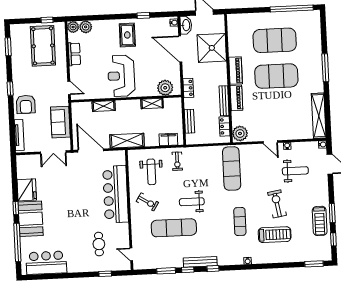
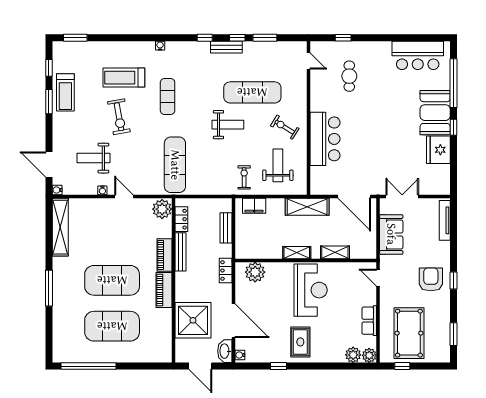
armchair: (26, 104) -> (431, 279), moved
shelving: (152, 104) -> (297, 253), moved
bar counter: (116, 194) -> (325, 139), width x0.73
treadmill: (320, 221) -> (65, 92), turned 180
bench: (200, 262) -> (226, 47), width x0.73

